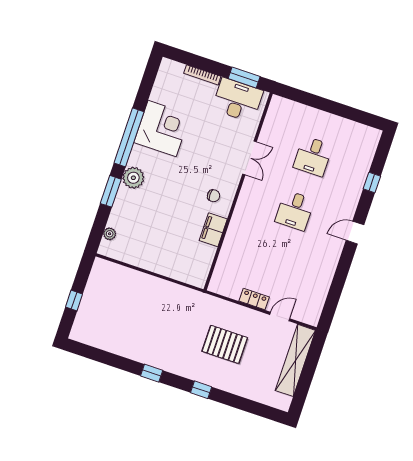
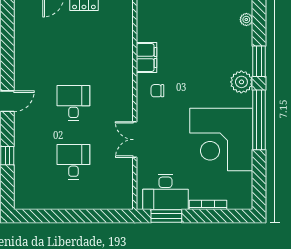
corner desk: (162, 128) -> (221, 139), width x1.36, depth x1.36

